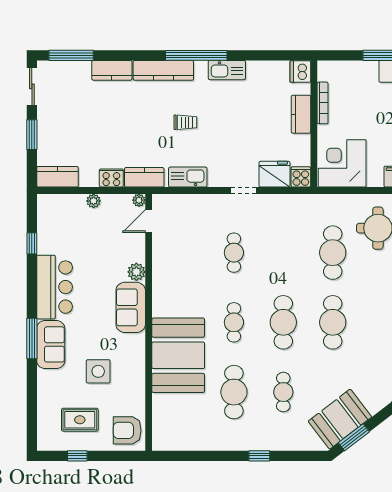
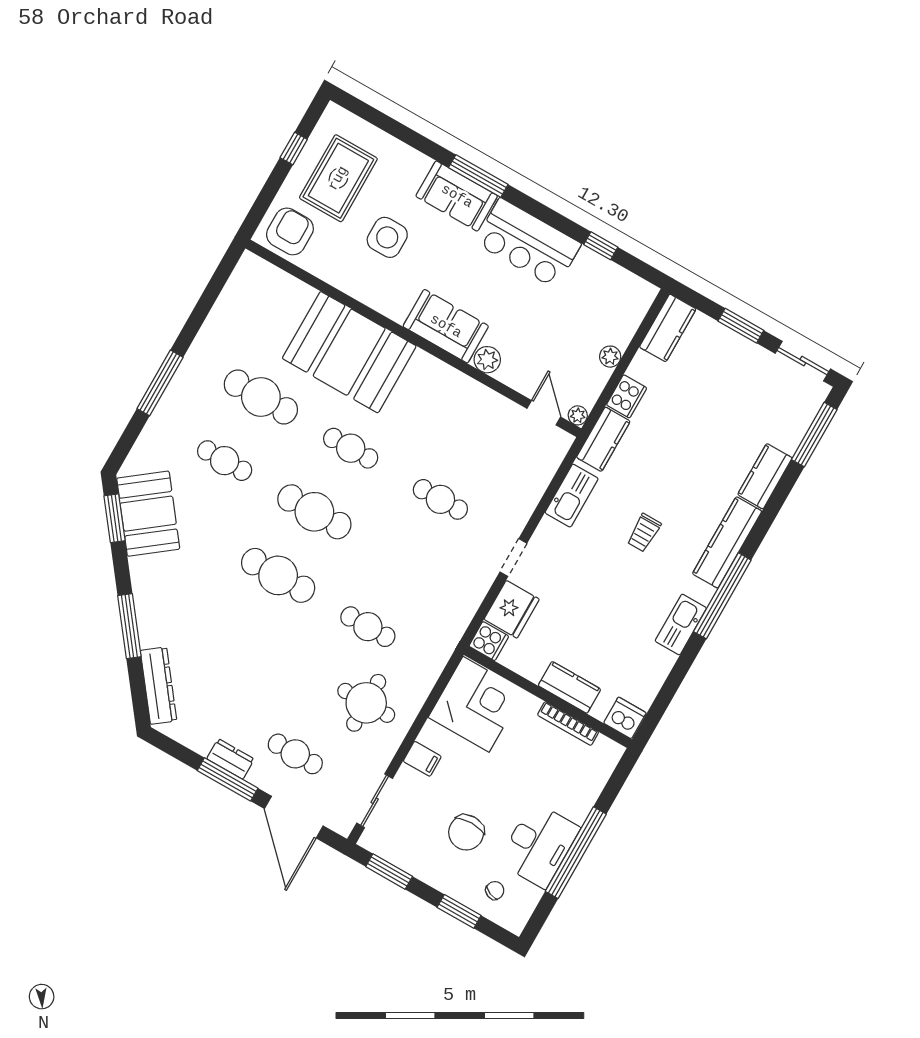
cafe table: (333, 253) -> (368, 627), width x0.73, depth x0.74
rug: (80, 420) -> (338, 178), width x1.36, depth x1.43
window: (259, 456) -> (160, 383), width x2.17

